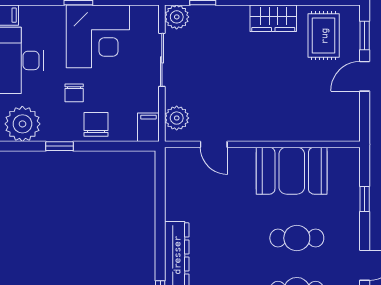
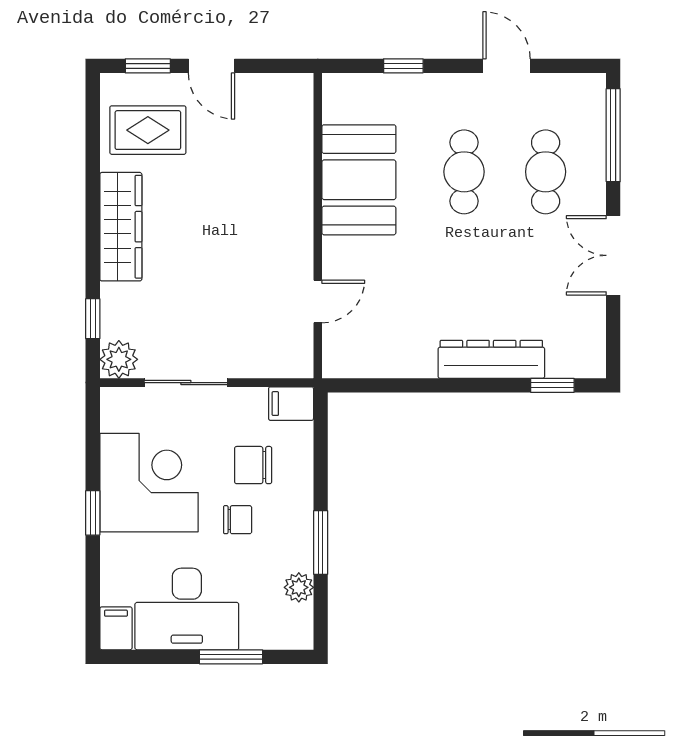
wardrobe: (273, 18) -> (121, 227), width x1.50
plant: (177, 118) -> (277, 359), removed
plant: (22, 124) -> (299, 587), width x0.53, depth x0.53
chair: (96, 124) -> (253, 465), moved
window: (59, 146) -> (321, 543), width x1.50

